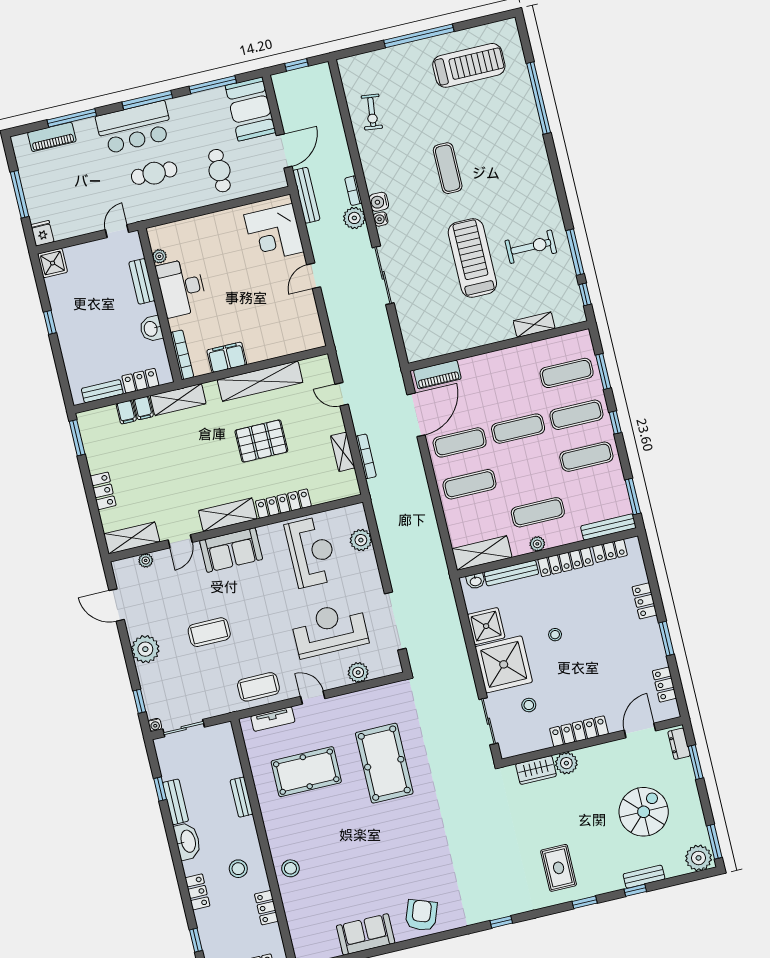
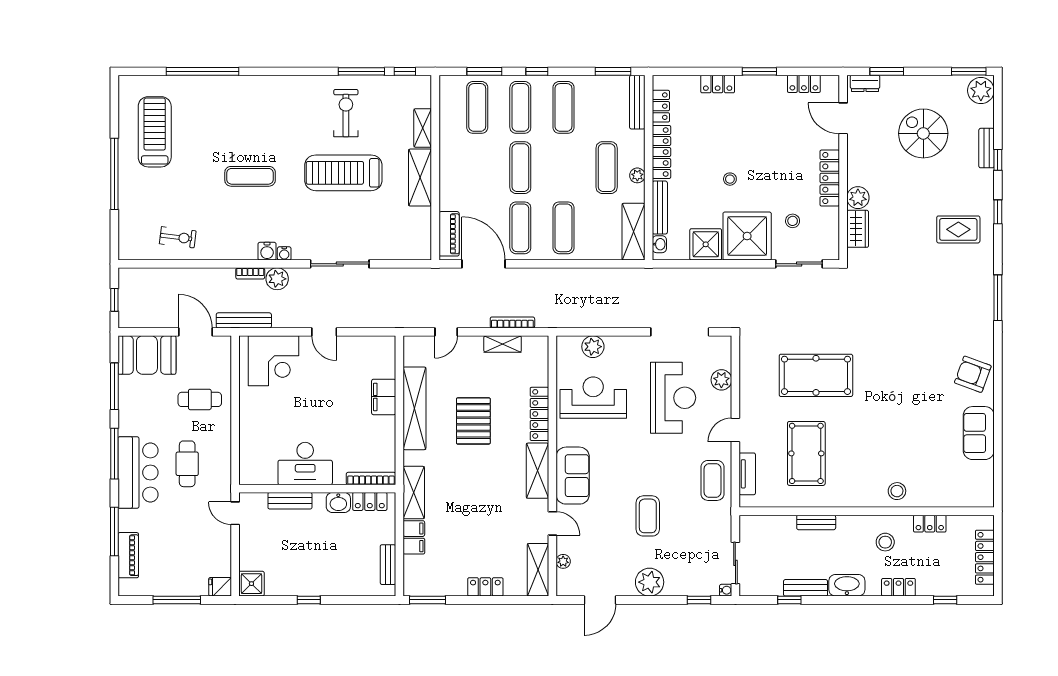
plant: (159, 256) -> (270, 478), removed
shelving: (485, 333) -> (420, 178), added
filing cabinet: (227, 357) -> (384, 397), moved
locker: (140, 381) -> (370, 501), moved, turned -90
reception desk: (330, 630) -> (673, 398), turned 180
window: (501, 922) -> (998, 298), width x2.17

